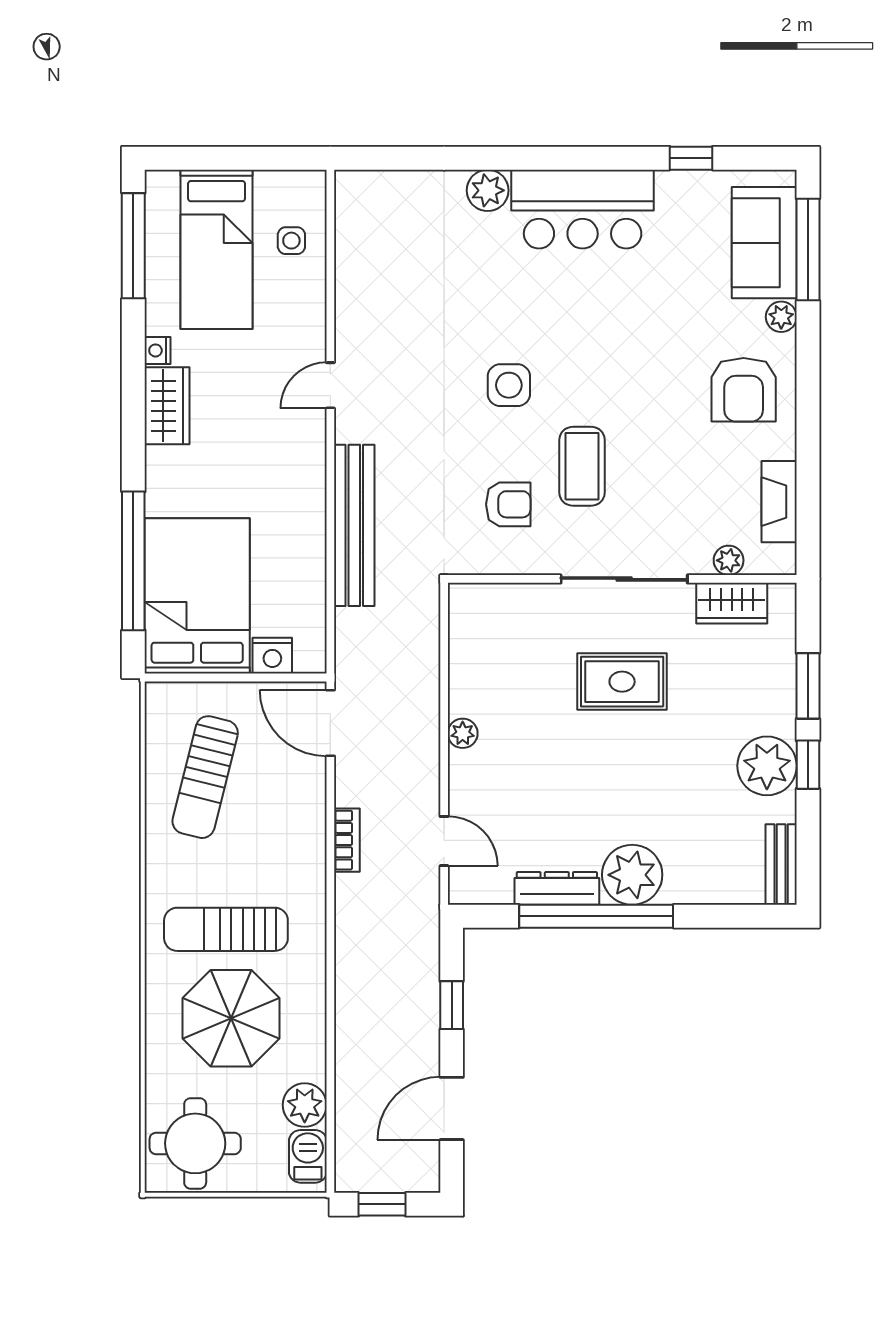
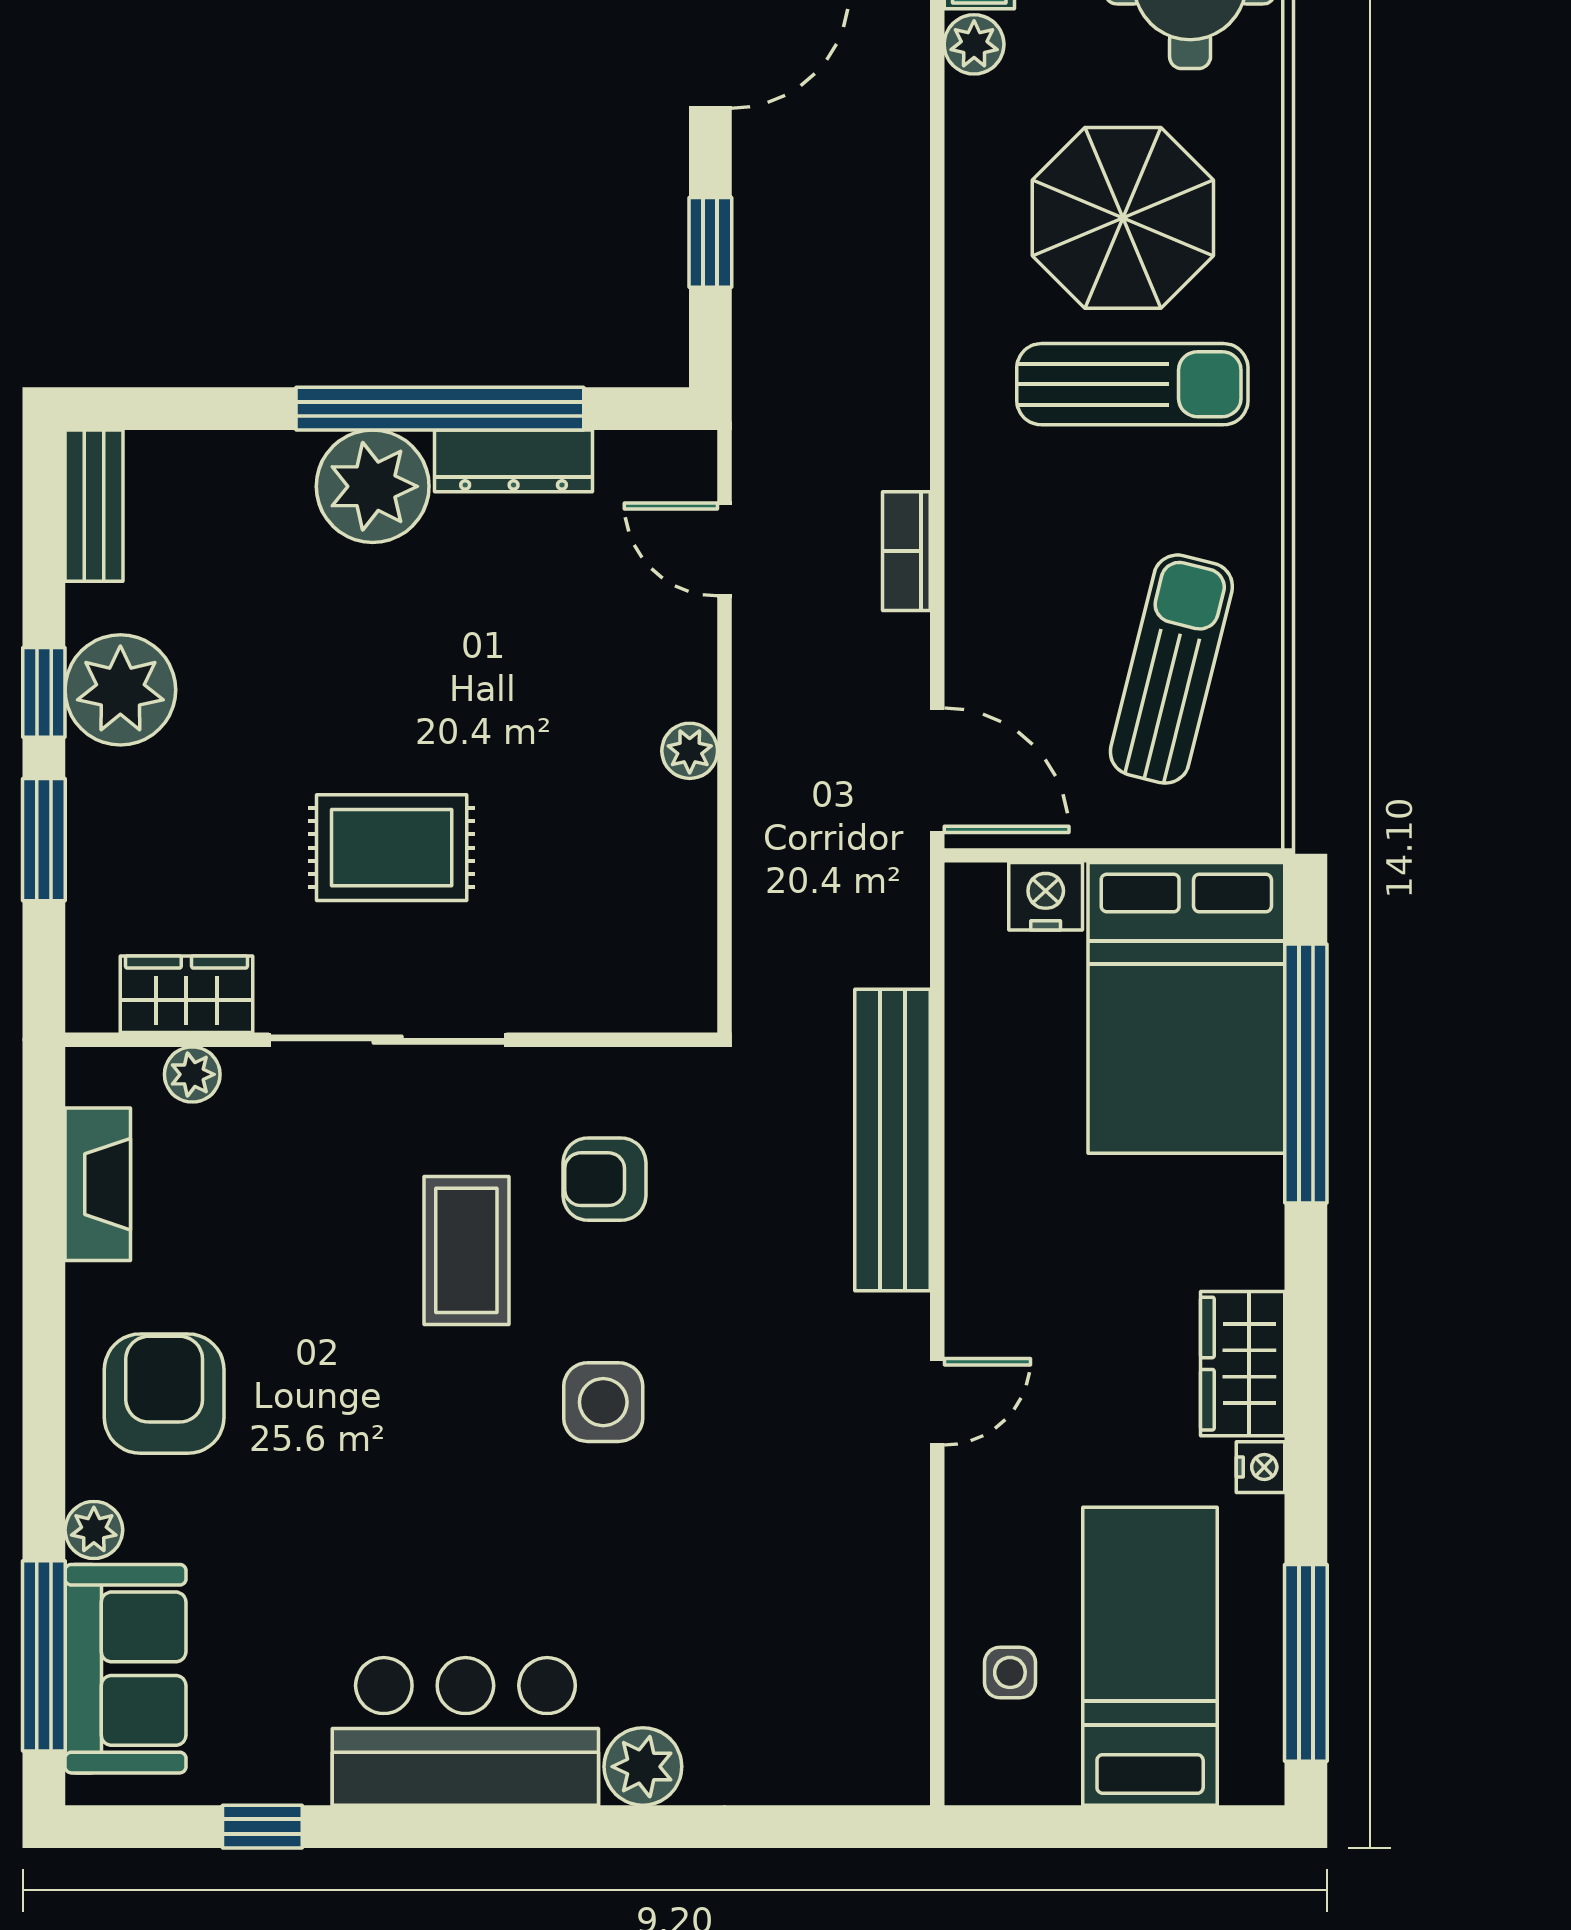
plant: (305, 1105) -> (974, 44), width x0.73, depth x0.73

